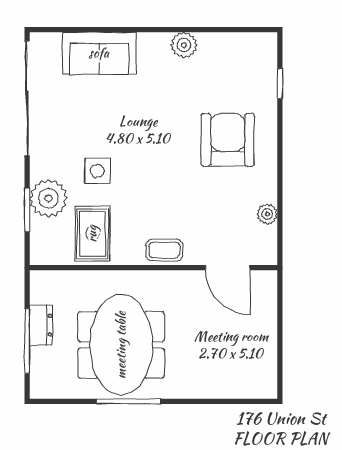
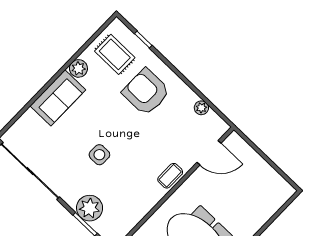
sofa: (99, 53) -> (58, 98), moved
side table: (97, 171) -> (99, 155), moved
rug: (92, 234) -> (115, 54), moved

